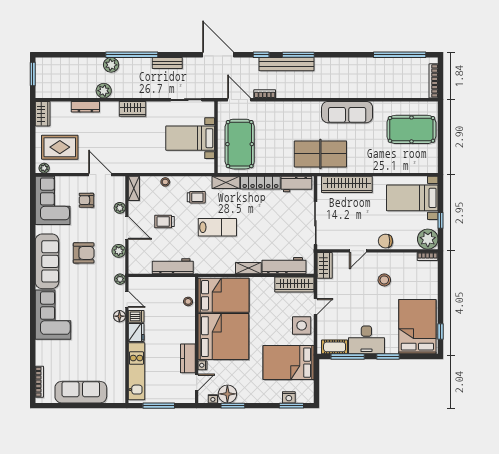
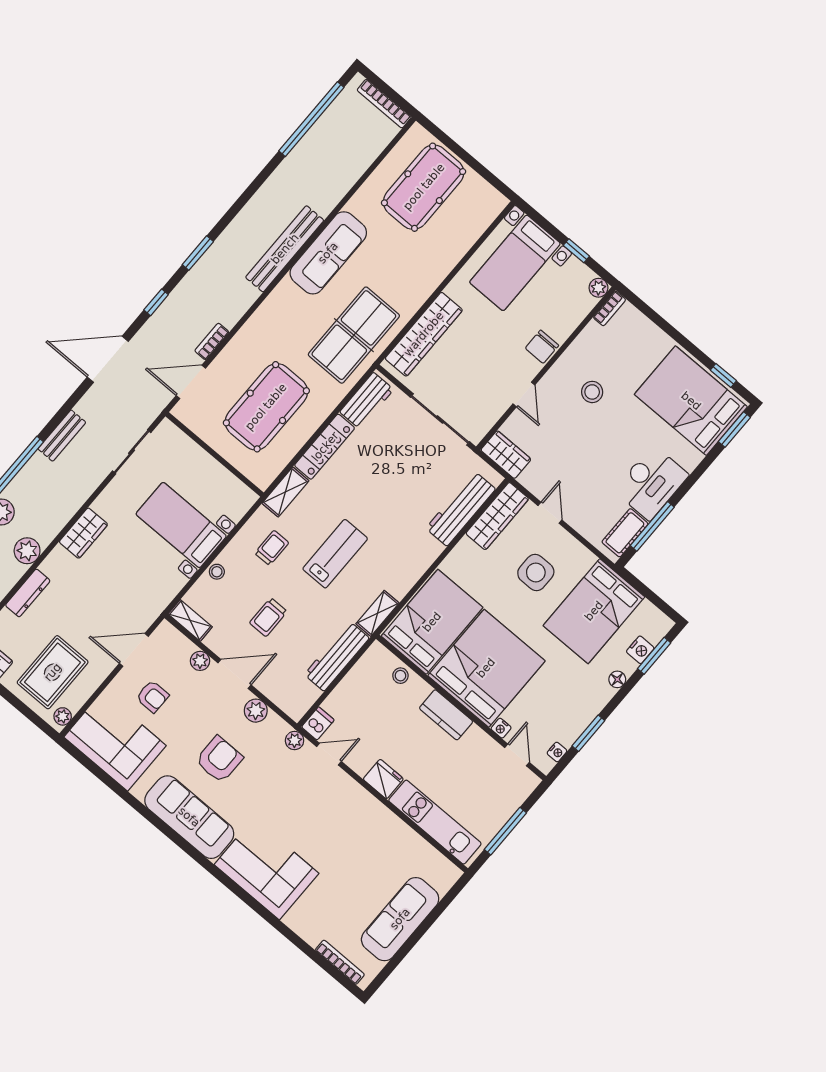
window: (298, 55) -> (198, 253), width x0.69
bench: (286, 64) -> (285, 249), moved
bed with nightstands: (190, 138) -> (181, 525), moved, turned 90
pool table: (240, 144) -> (266, 407), moved, turned 90
armchair: (86, 200) -> (152, 696), turned -90
plant: (428, 239) -> (598, 288), width x0.53, depth x0.53
shelving: (248, 268) -> (378, 613), moved
floor lamp: (119, 316) -> (343, 783), removed
dishwasher: (136, 316) -> (318, 723), moved
side table: (302, 325) -> (536, 572), moved
window: (388, 357) -> (734, 429), moved
kitchen counter: (188, 358) -> (446, 715), moved
floor lamp: (227, 394) -> (617, 679), moved, width x0.53, depth x0.53

